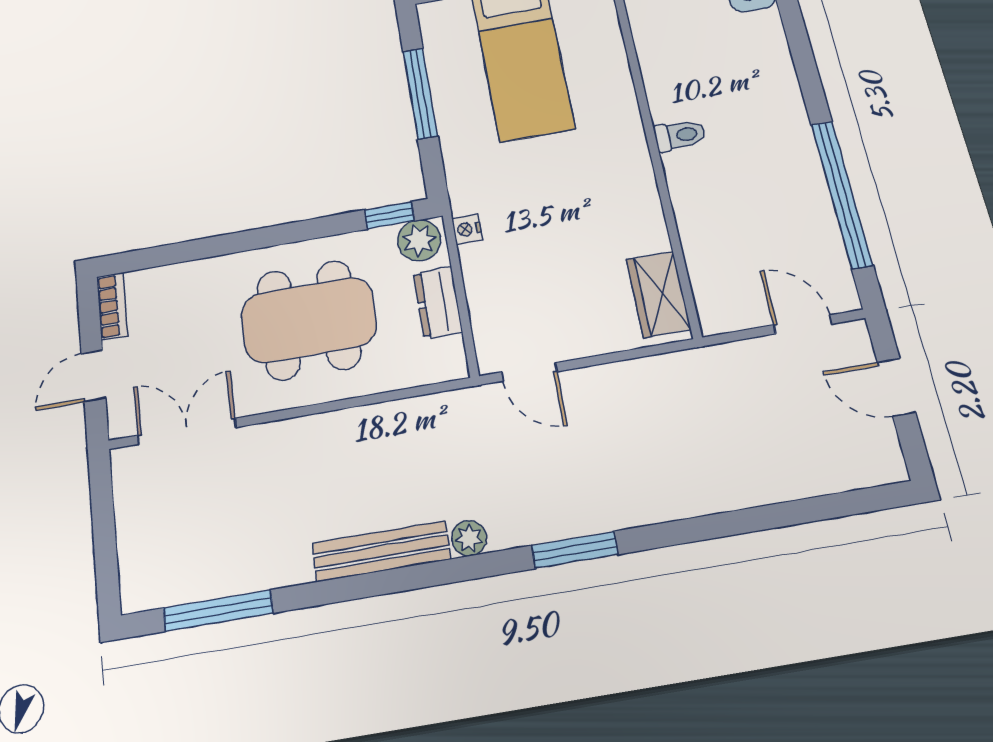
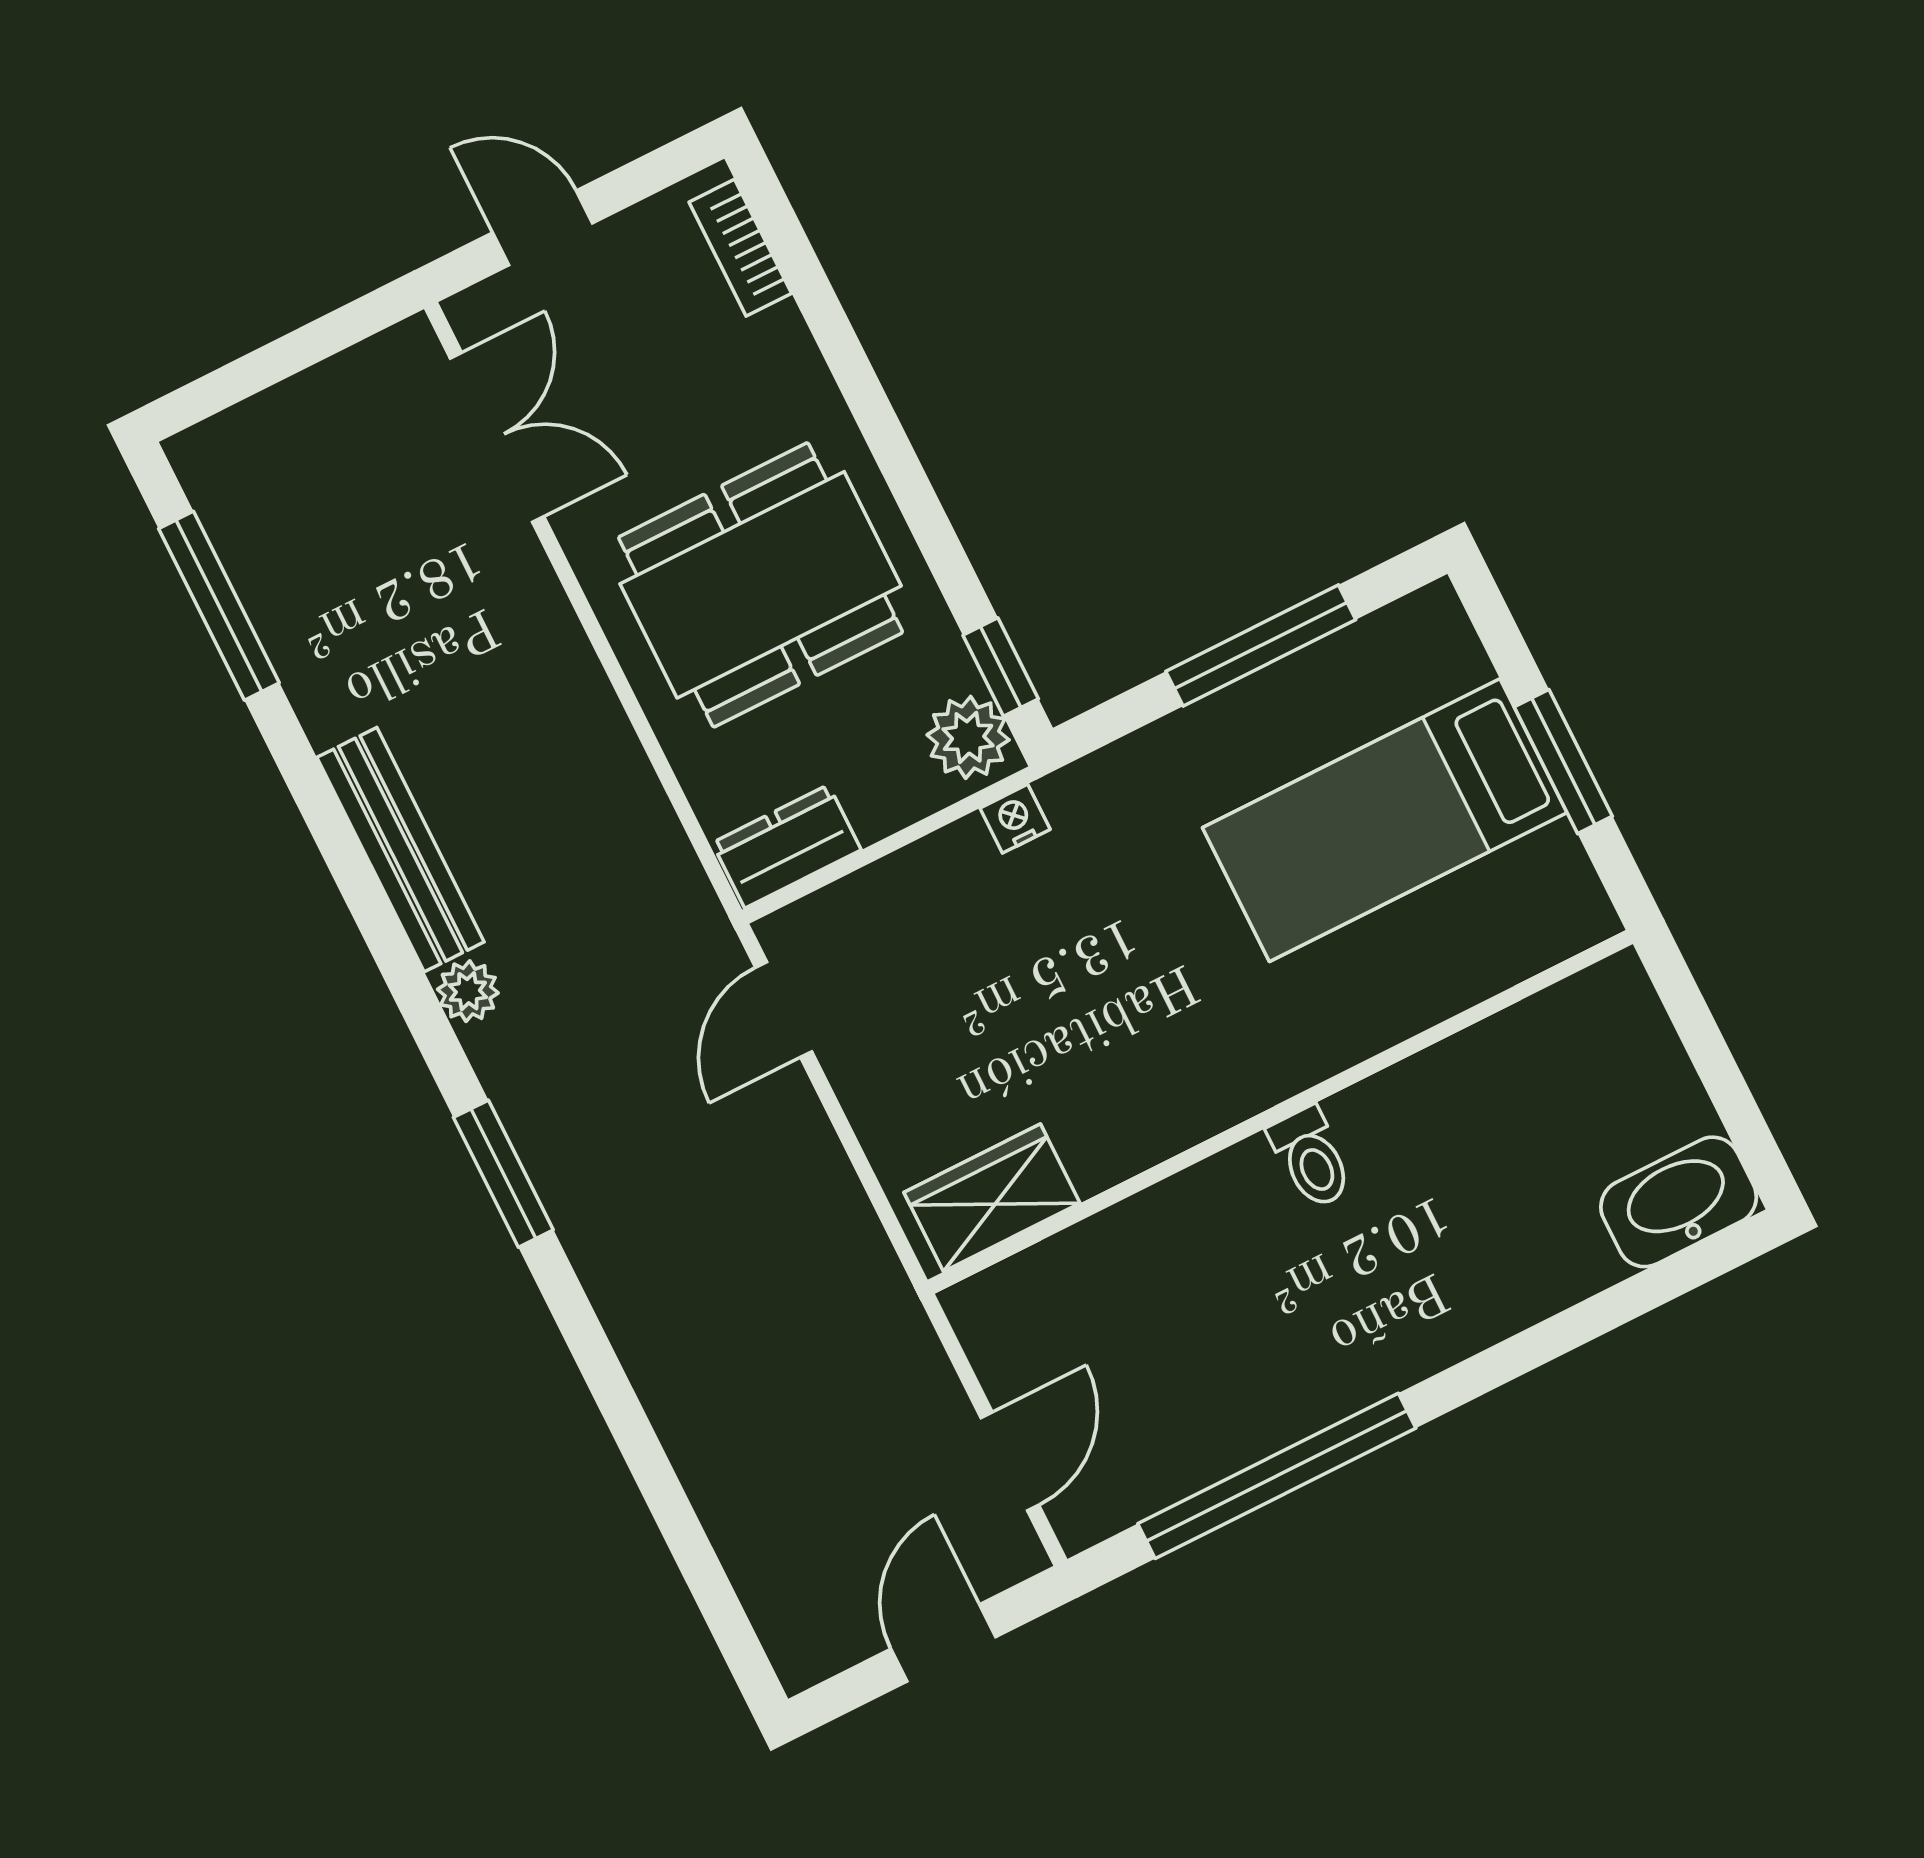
dresser: (438, 302) -> (787, 846), moved
bookcase: (112, 306) -> (740, 248), moved, turned 90
dining table: (309, 320) -> (761, 585), turned 90

